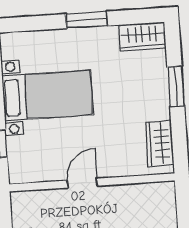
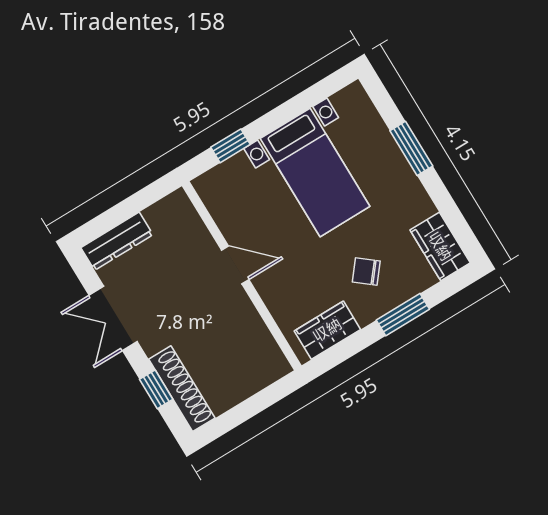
window: (86, 20) -> (411, 148), moved
chair: (133, 96) -> (366, 271), added

